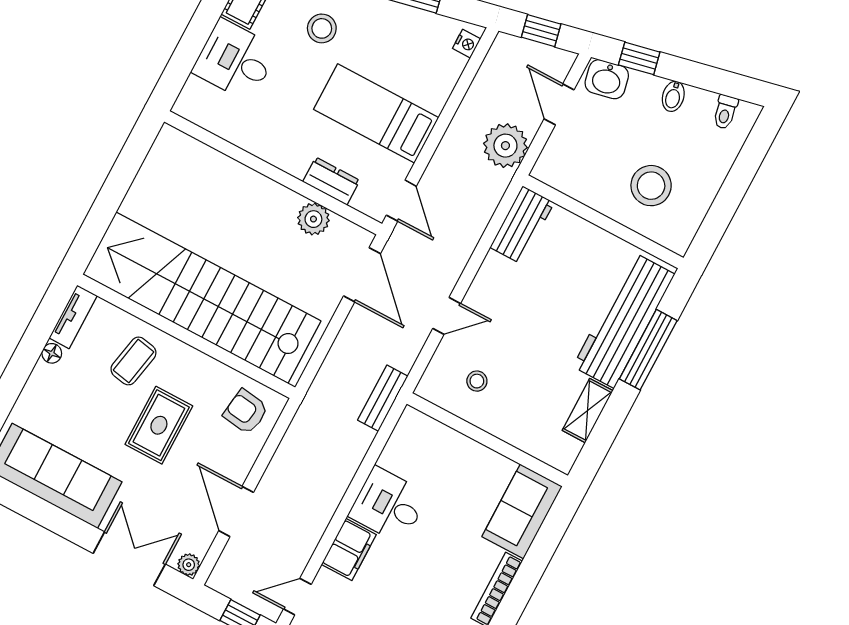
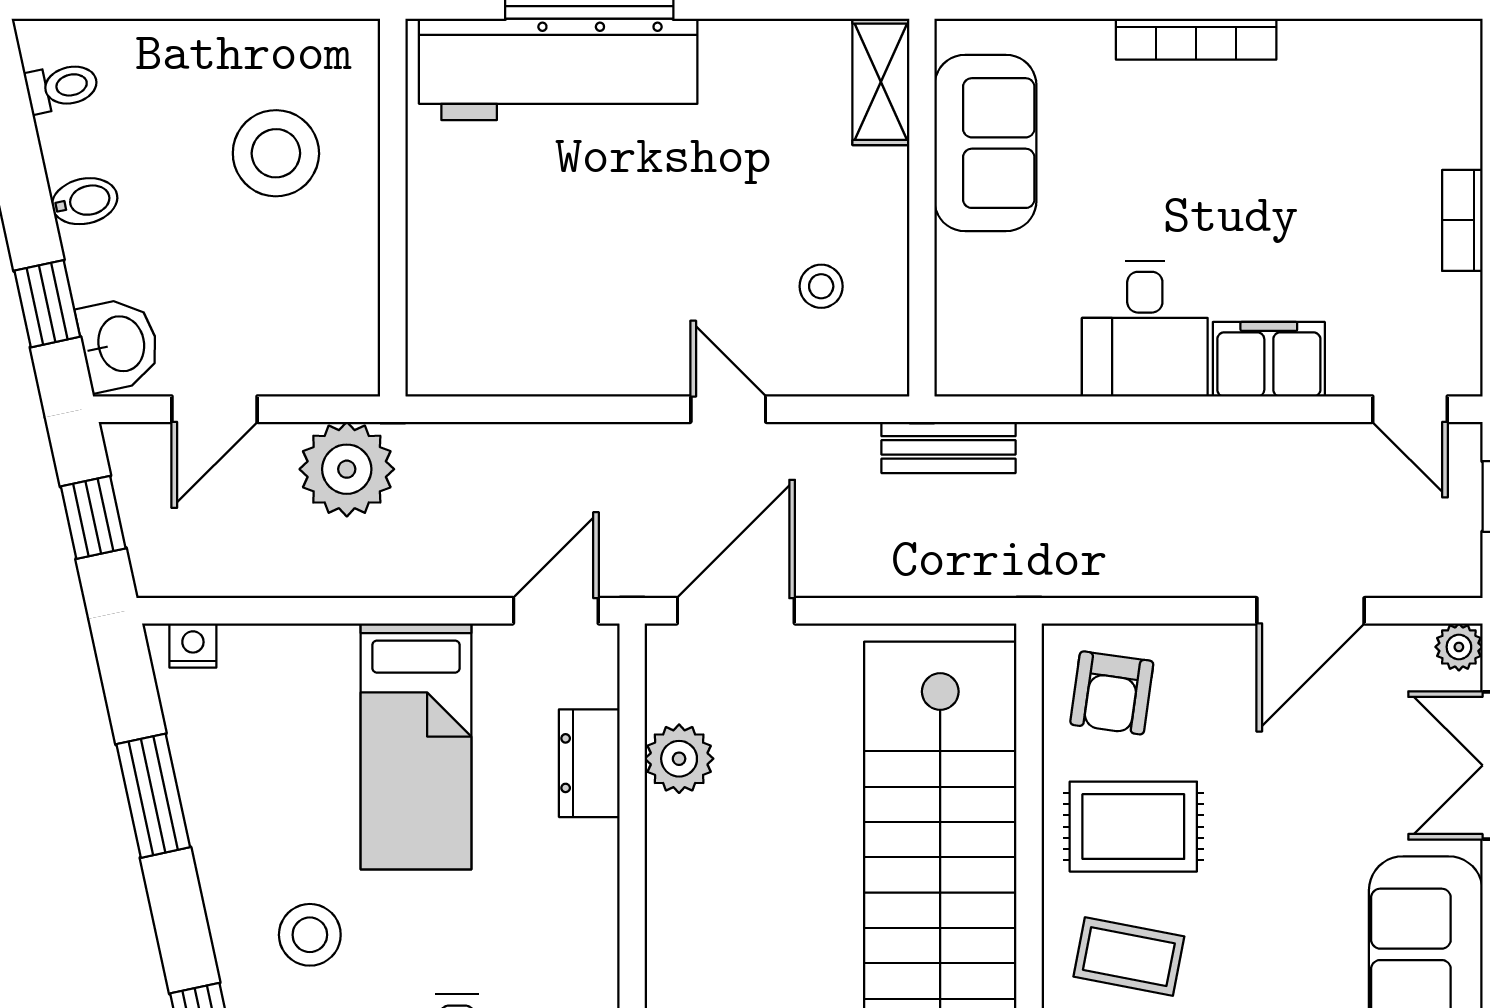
workbench: (522, 225) -> (480, 358), removed
shelving: (588, 411) -> (881, 82), moved, turned 90
rug: (159, 425) -> (1133, 827), moved
sofa: (522, 511) -> (985, 143), moved, turned -90

